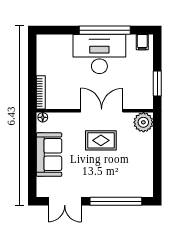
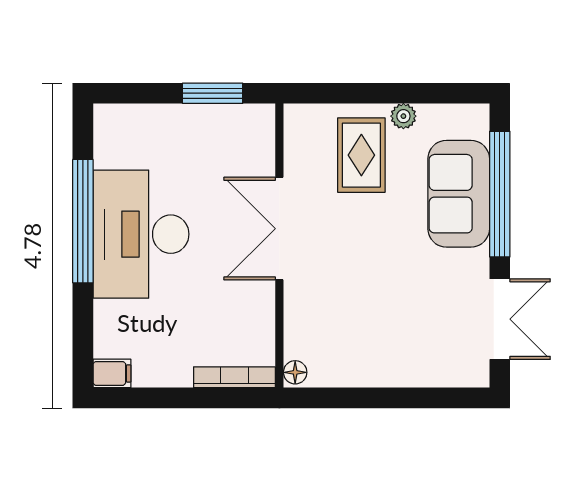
filing cabinet: (142, 42) -> (112, 373), moved
plant: (143, 122) -> (403, 116), moved, width x0.53, depth x0.53
rug: (101, 140) -> (361, 155), moved
sofa: (49, 155) -> (459, 194), moved, turned -90

